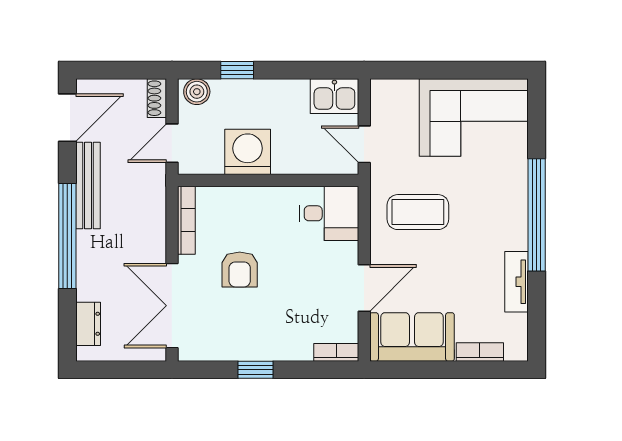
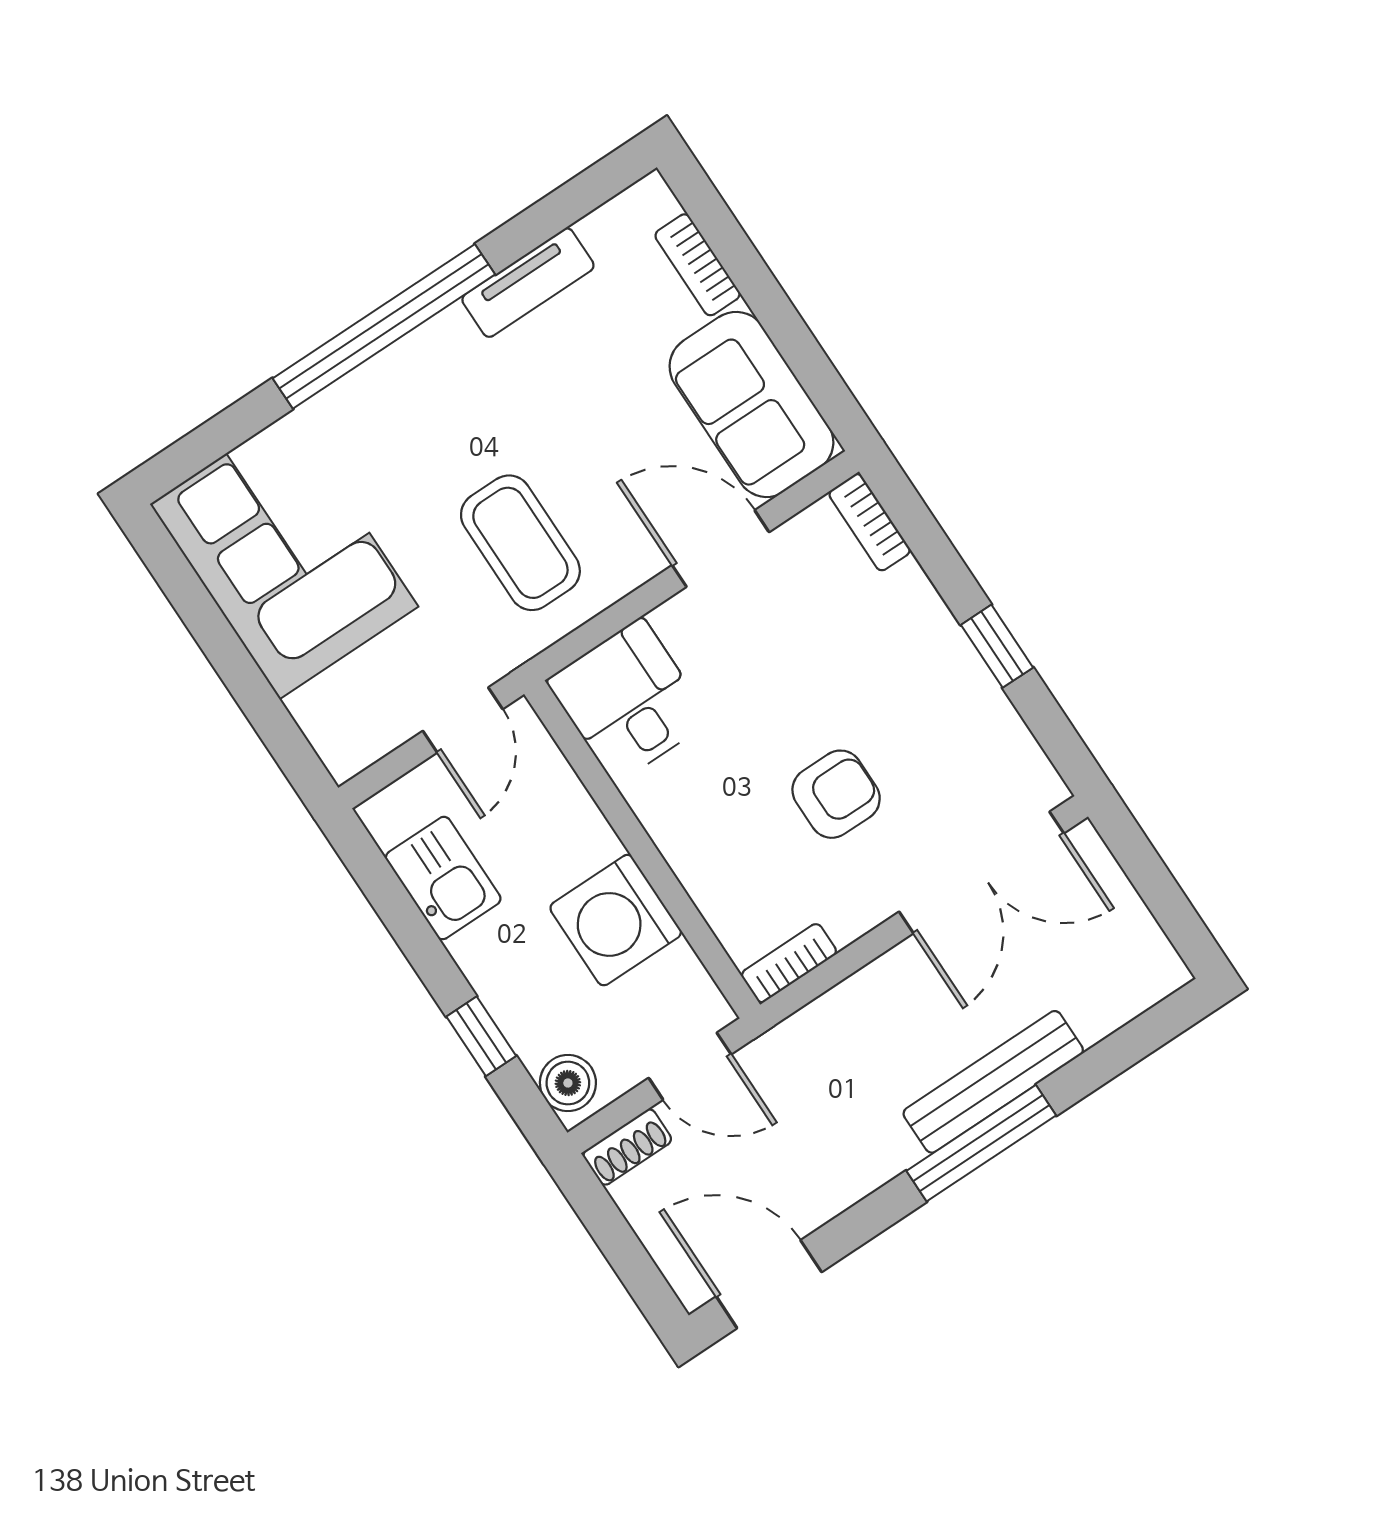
kitchen sink: (334, 96) -> (443, 878), moved
bench: (88, 185) -> (993, 1082), moved
bookcase: (186, 220) -> (789, 963), width x0.64
window: (67, 236) -> (981, 1143), width x0.68
dresser: (88, 324) -> (1114, 1001), removed

